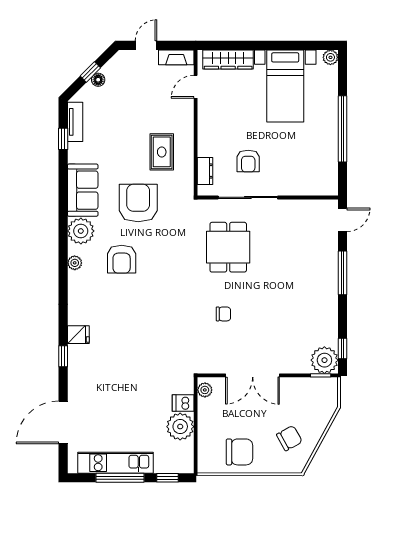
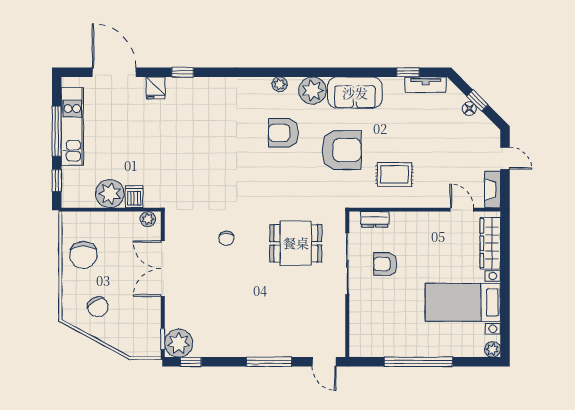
fridge: (78, 335) -> (156, 88), moved

